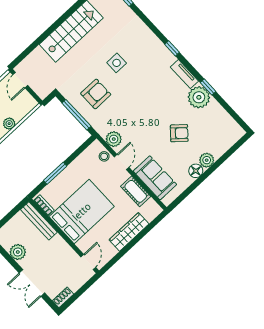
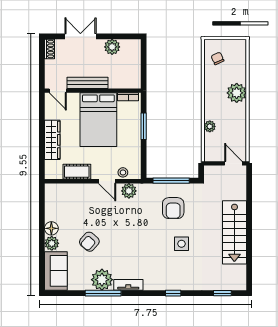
window: (172, 48) -> (173, 293), moved
window: (208, 87) -> (103, 293), width x2.17
sofa: (155, 178) -> (56, 271), moved, turned -90
bench: (39, 221) -> (88, 83), moved

